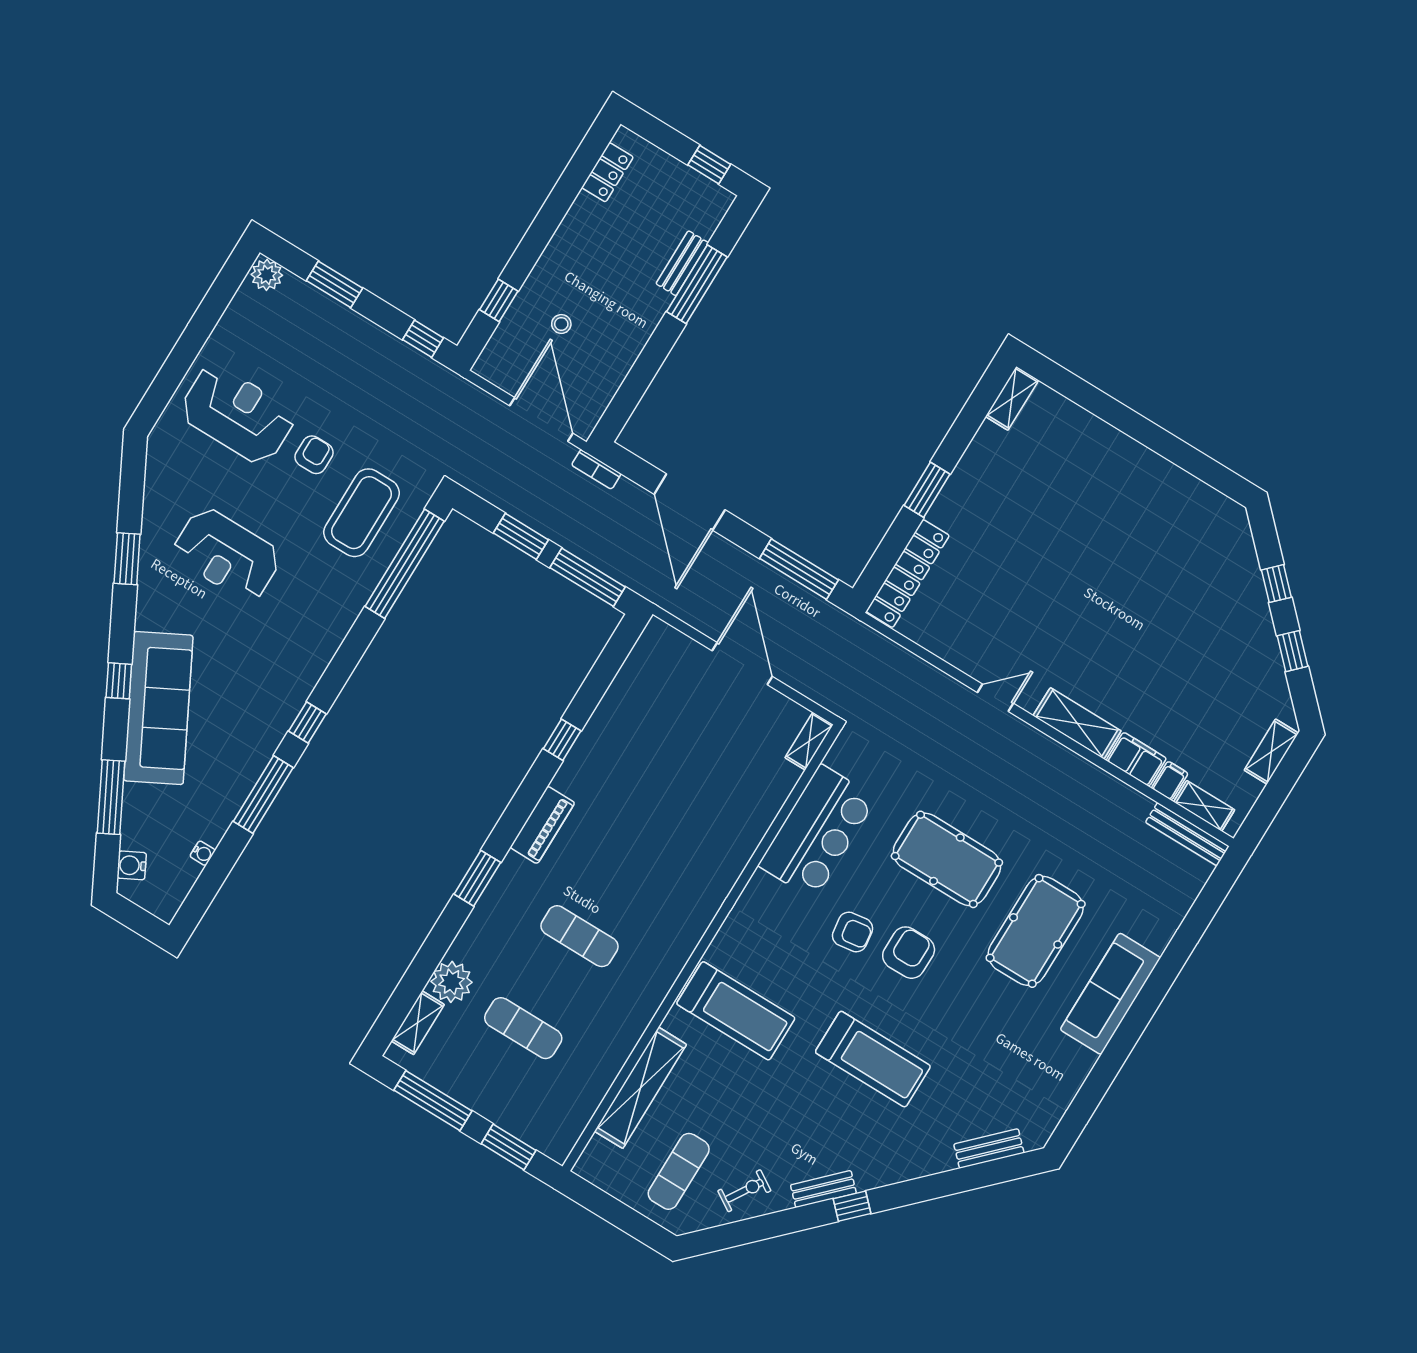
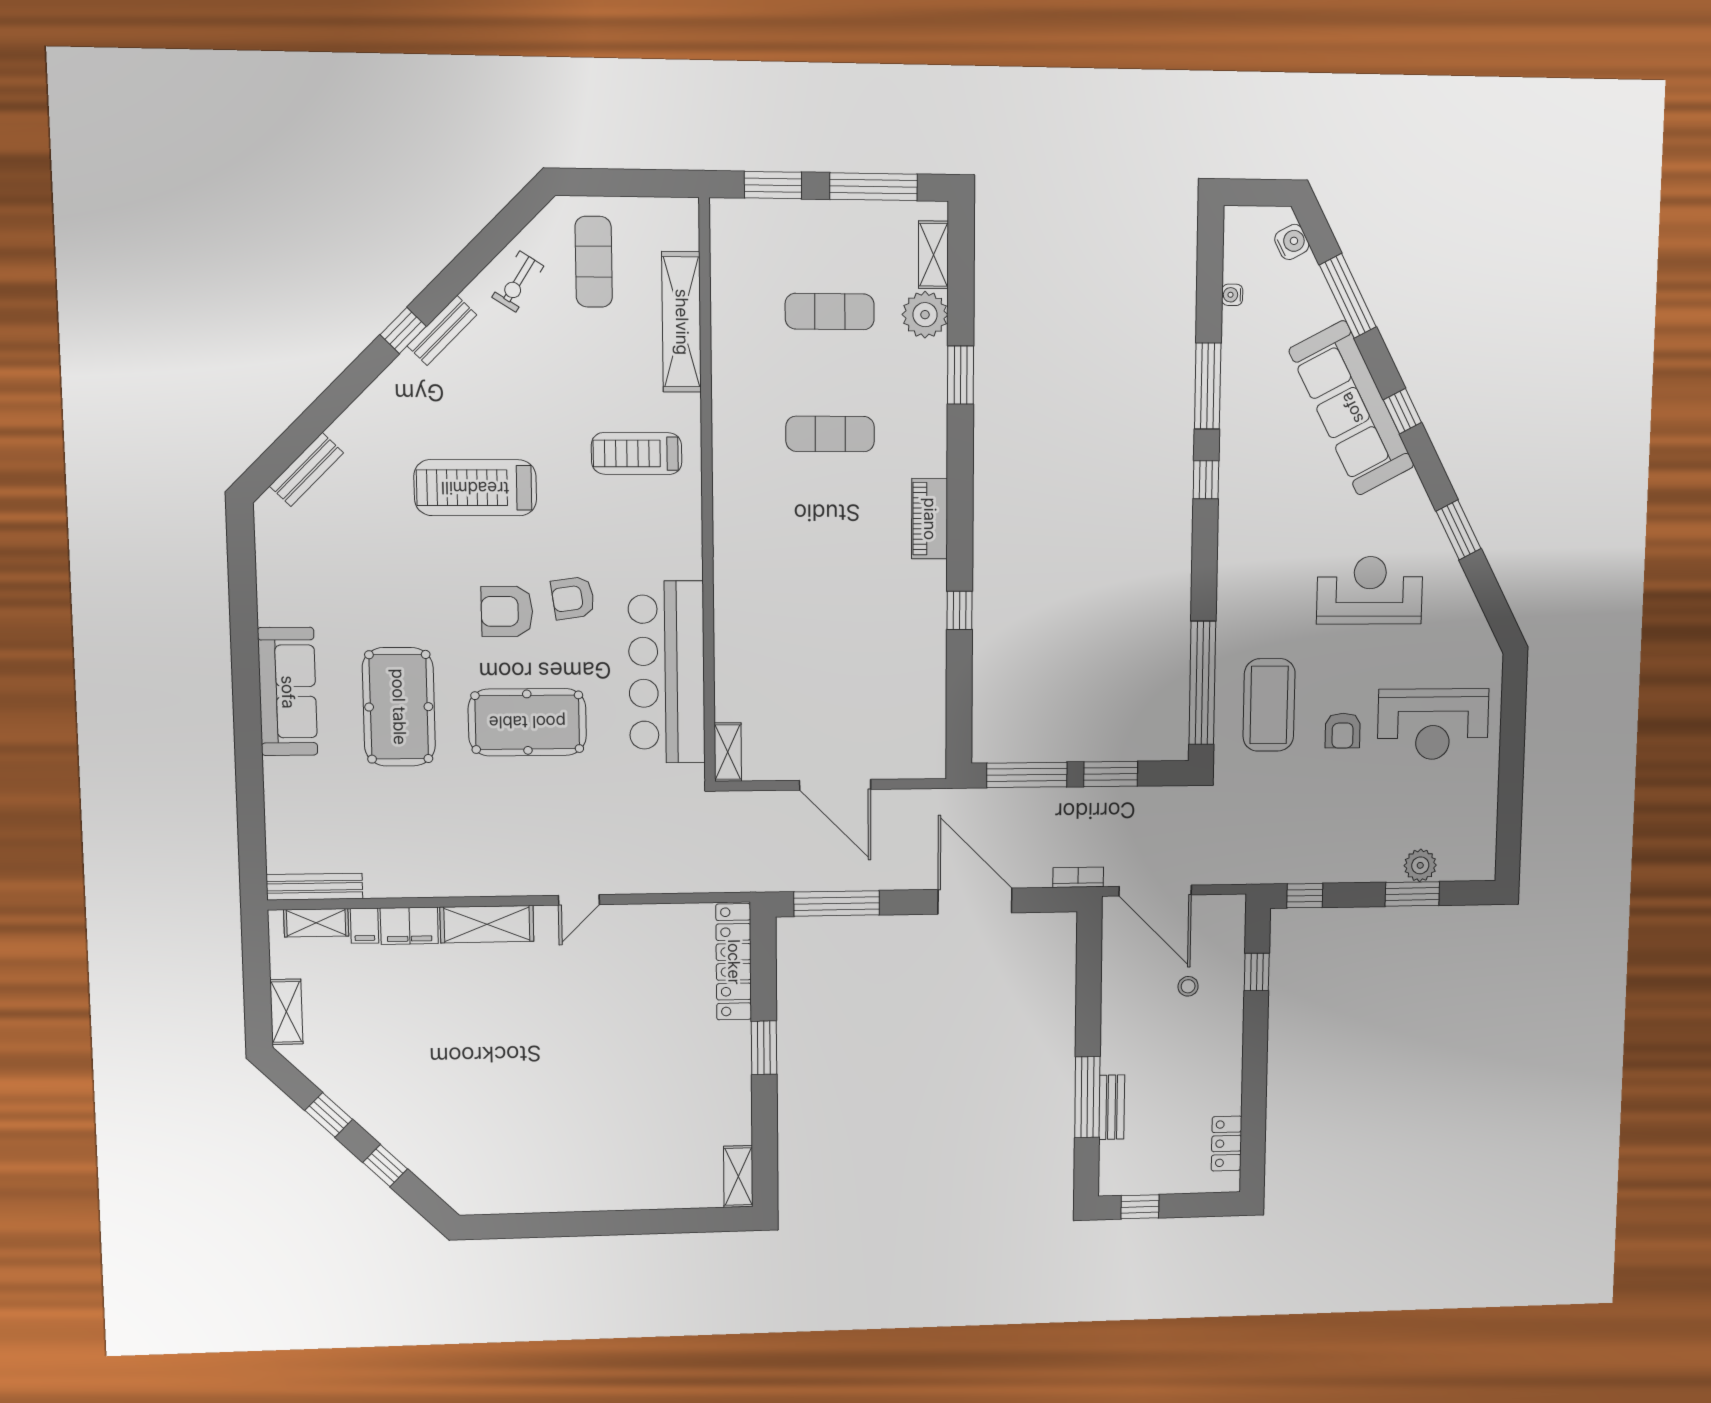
plant: (267, 275) -> (1420, 865), moved
bar counter: (817, 832) -> (667, 672), width x1.36
window: (477, 878) -> (960, 375), moved
armchair: (909, 953) -> (507, 611), turned 90
treadmill: (736, 1011) -> (637, 454), width x0.73, depth x0.73

